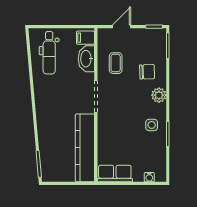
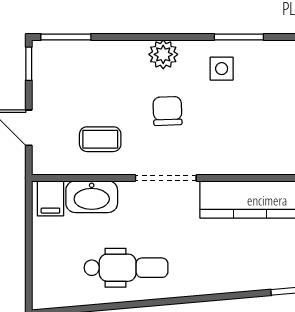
dental chair: (49, 53) -> (126, 268), moved
chair: (147, 72) -> (167, 111), moved

